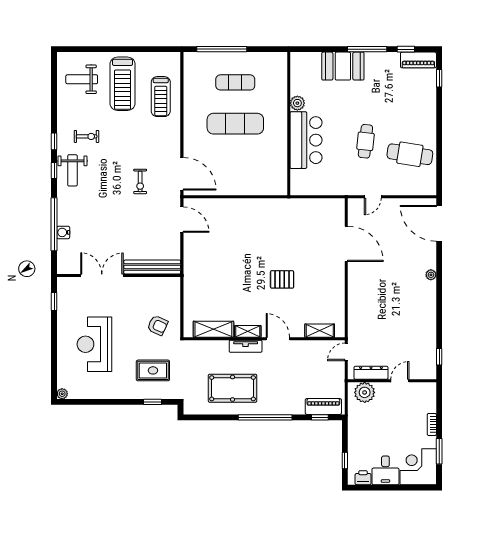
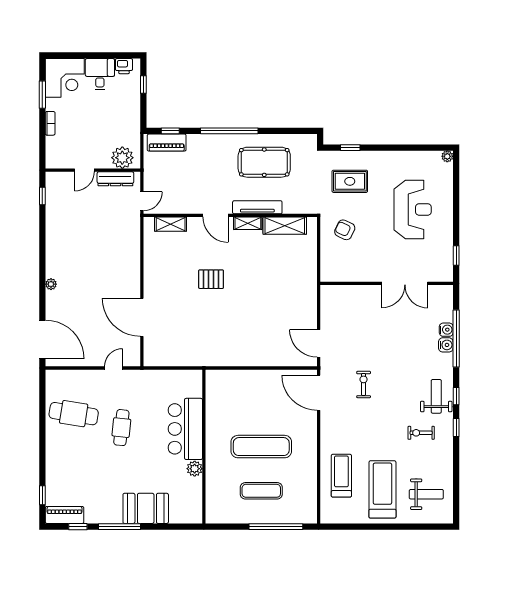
water cooler: (64, 218) -> (446, 345), added
bench: (152, 267) -> (351, 293), removed
tv unit: (246, 346) -> (257, 207), width x1.41

